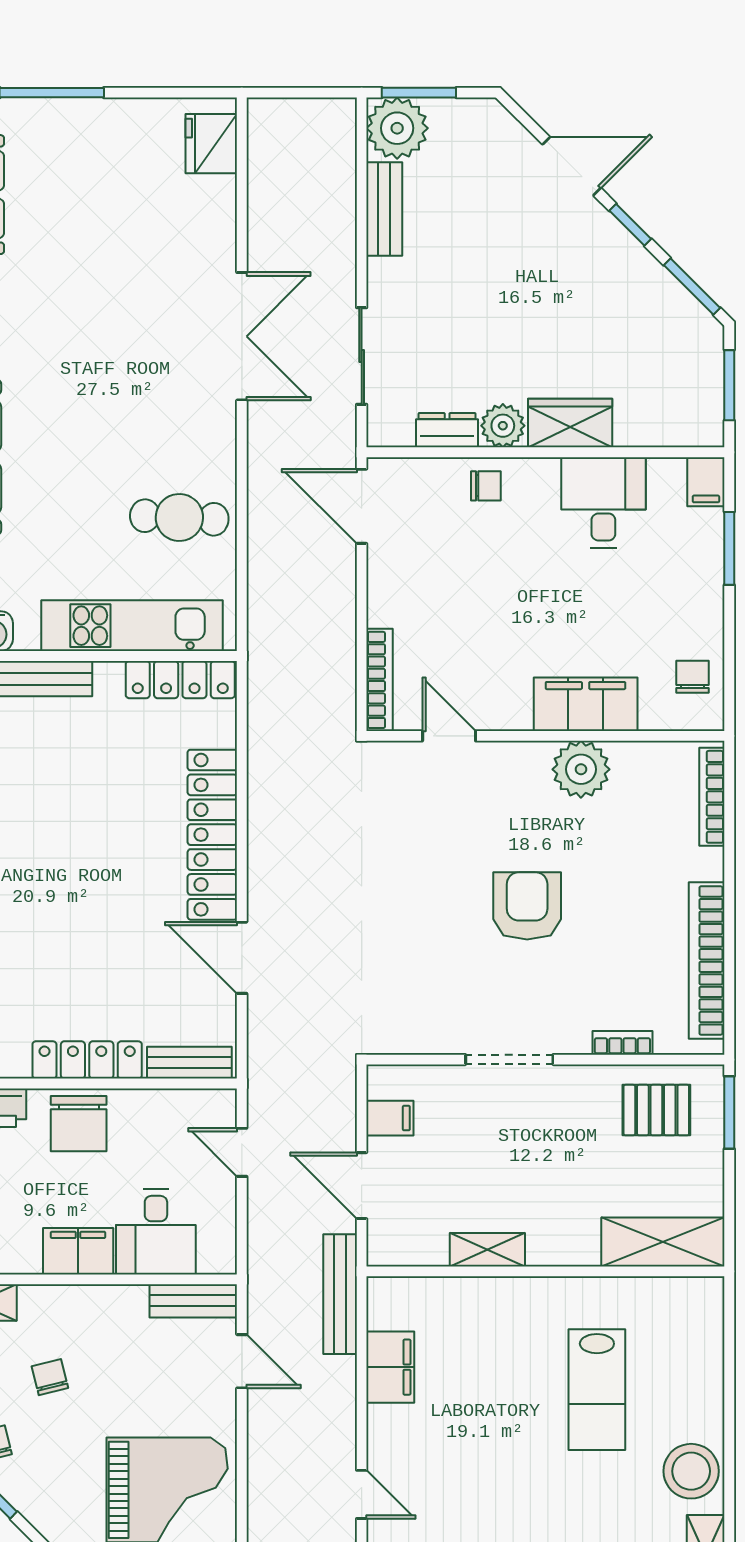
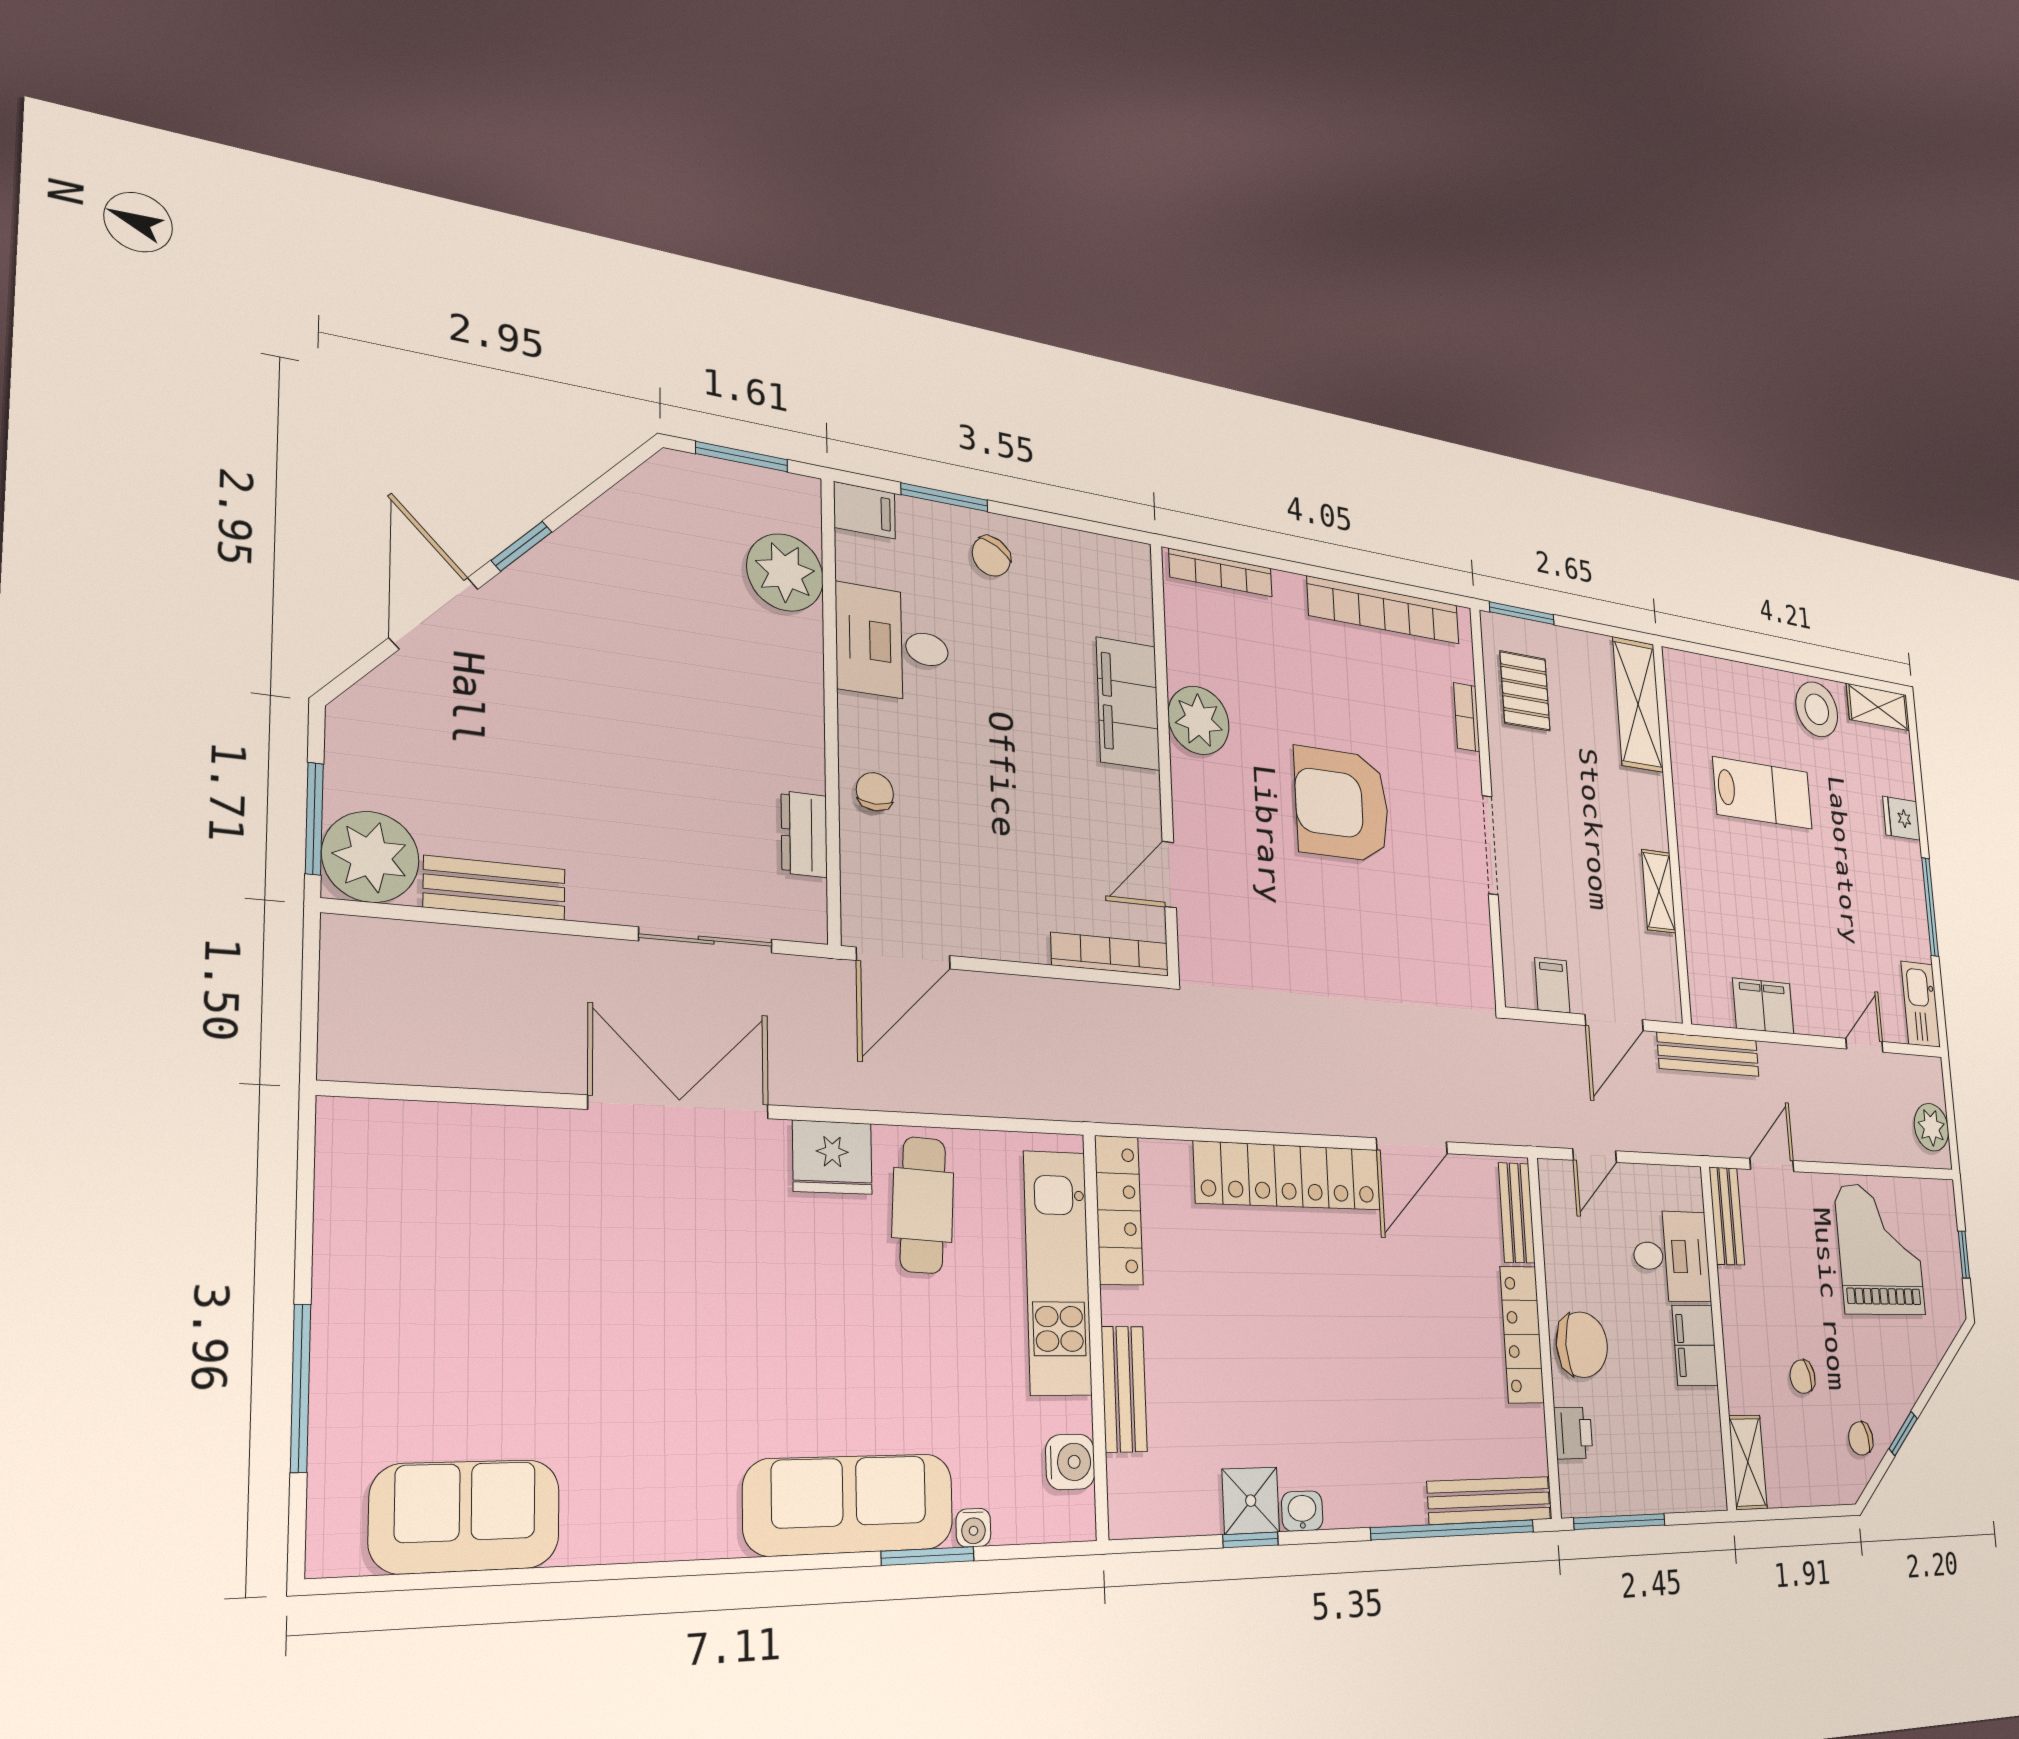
fridge: (211, 144) -> (832, 1157), moved
window: (692, 286) -> (609, 479), removed
wardrobe: (570, 423) -> (793, 671), removed
plant: (503, 426) -> (785, 572), moved, width x1.36, depth x1.36
chair: (693, 677) -> (991, 556), moved, turned -61
armchair: (527, 906) -> (1342, 804), width x1.36, depth x1.36

